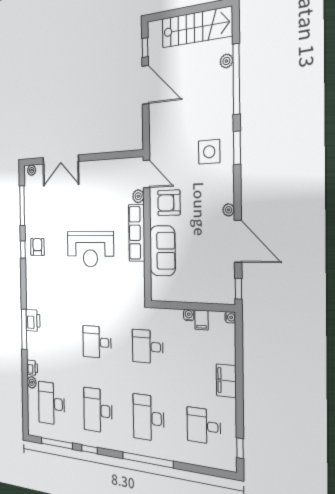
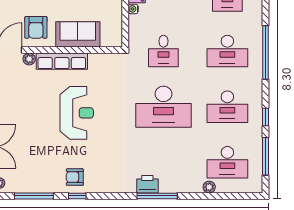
desk: (97, 342) -> (163, 107), width x1.87, depth x1.30
printer: (32, 368) -> (195, 186), removed

